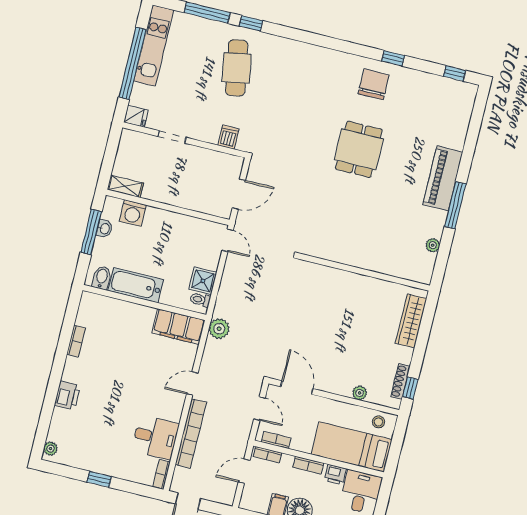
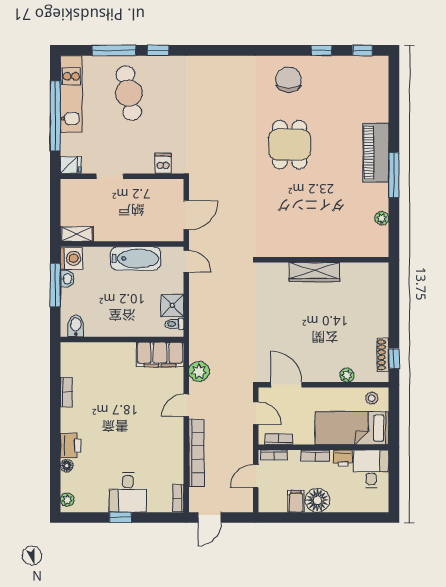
window: (393, 58) -> (322, 50), moved
cafe table: (237, 68) -> (129, 93), moved
washing machine: (133, 213) -> (71, 258), moved, turned -90
bathtub: (136, 285) -> (136, 258), moved, turned 180
wardrobe: (411, 321) -> (314, 272), moved, turned -90
plant: (219, 329) -> (199, 371), moved
floor lamp: (58, 415) -> (67, 466), added
desk: (155, 437) -> (128, 492), moved, turned 90

